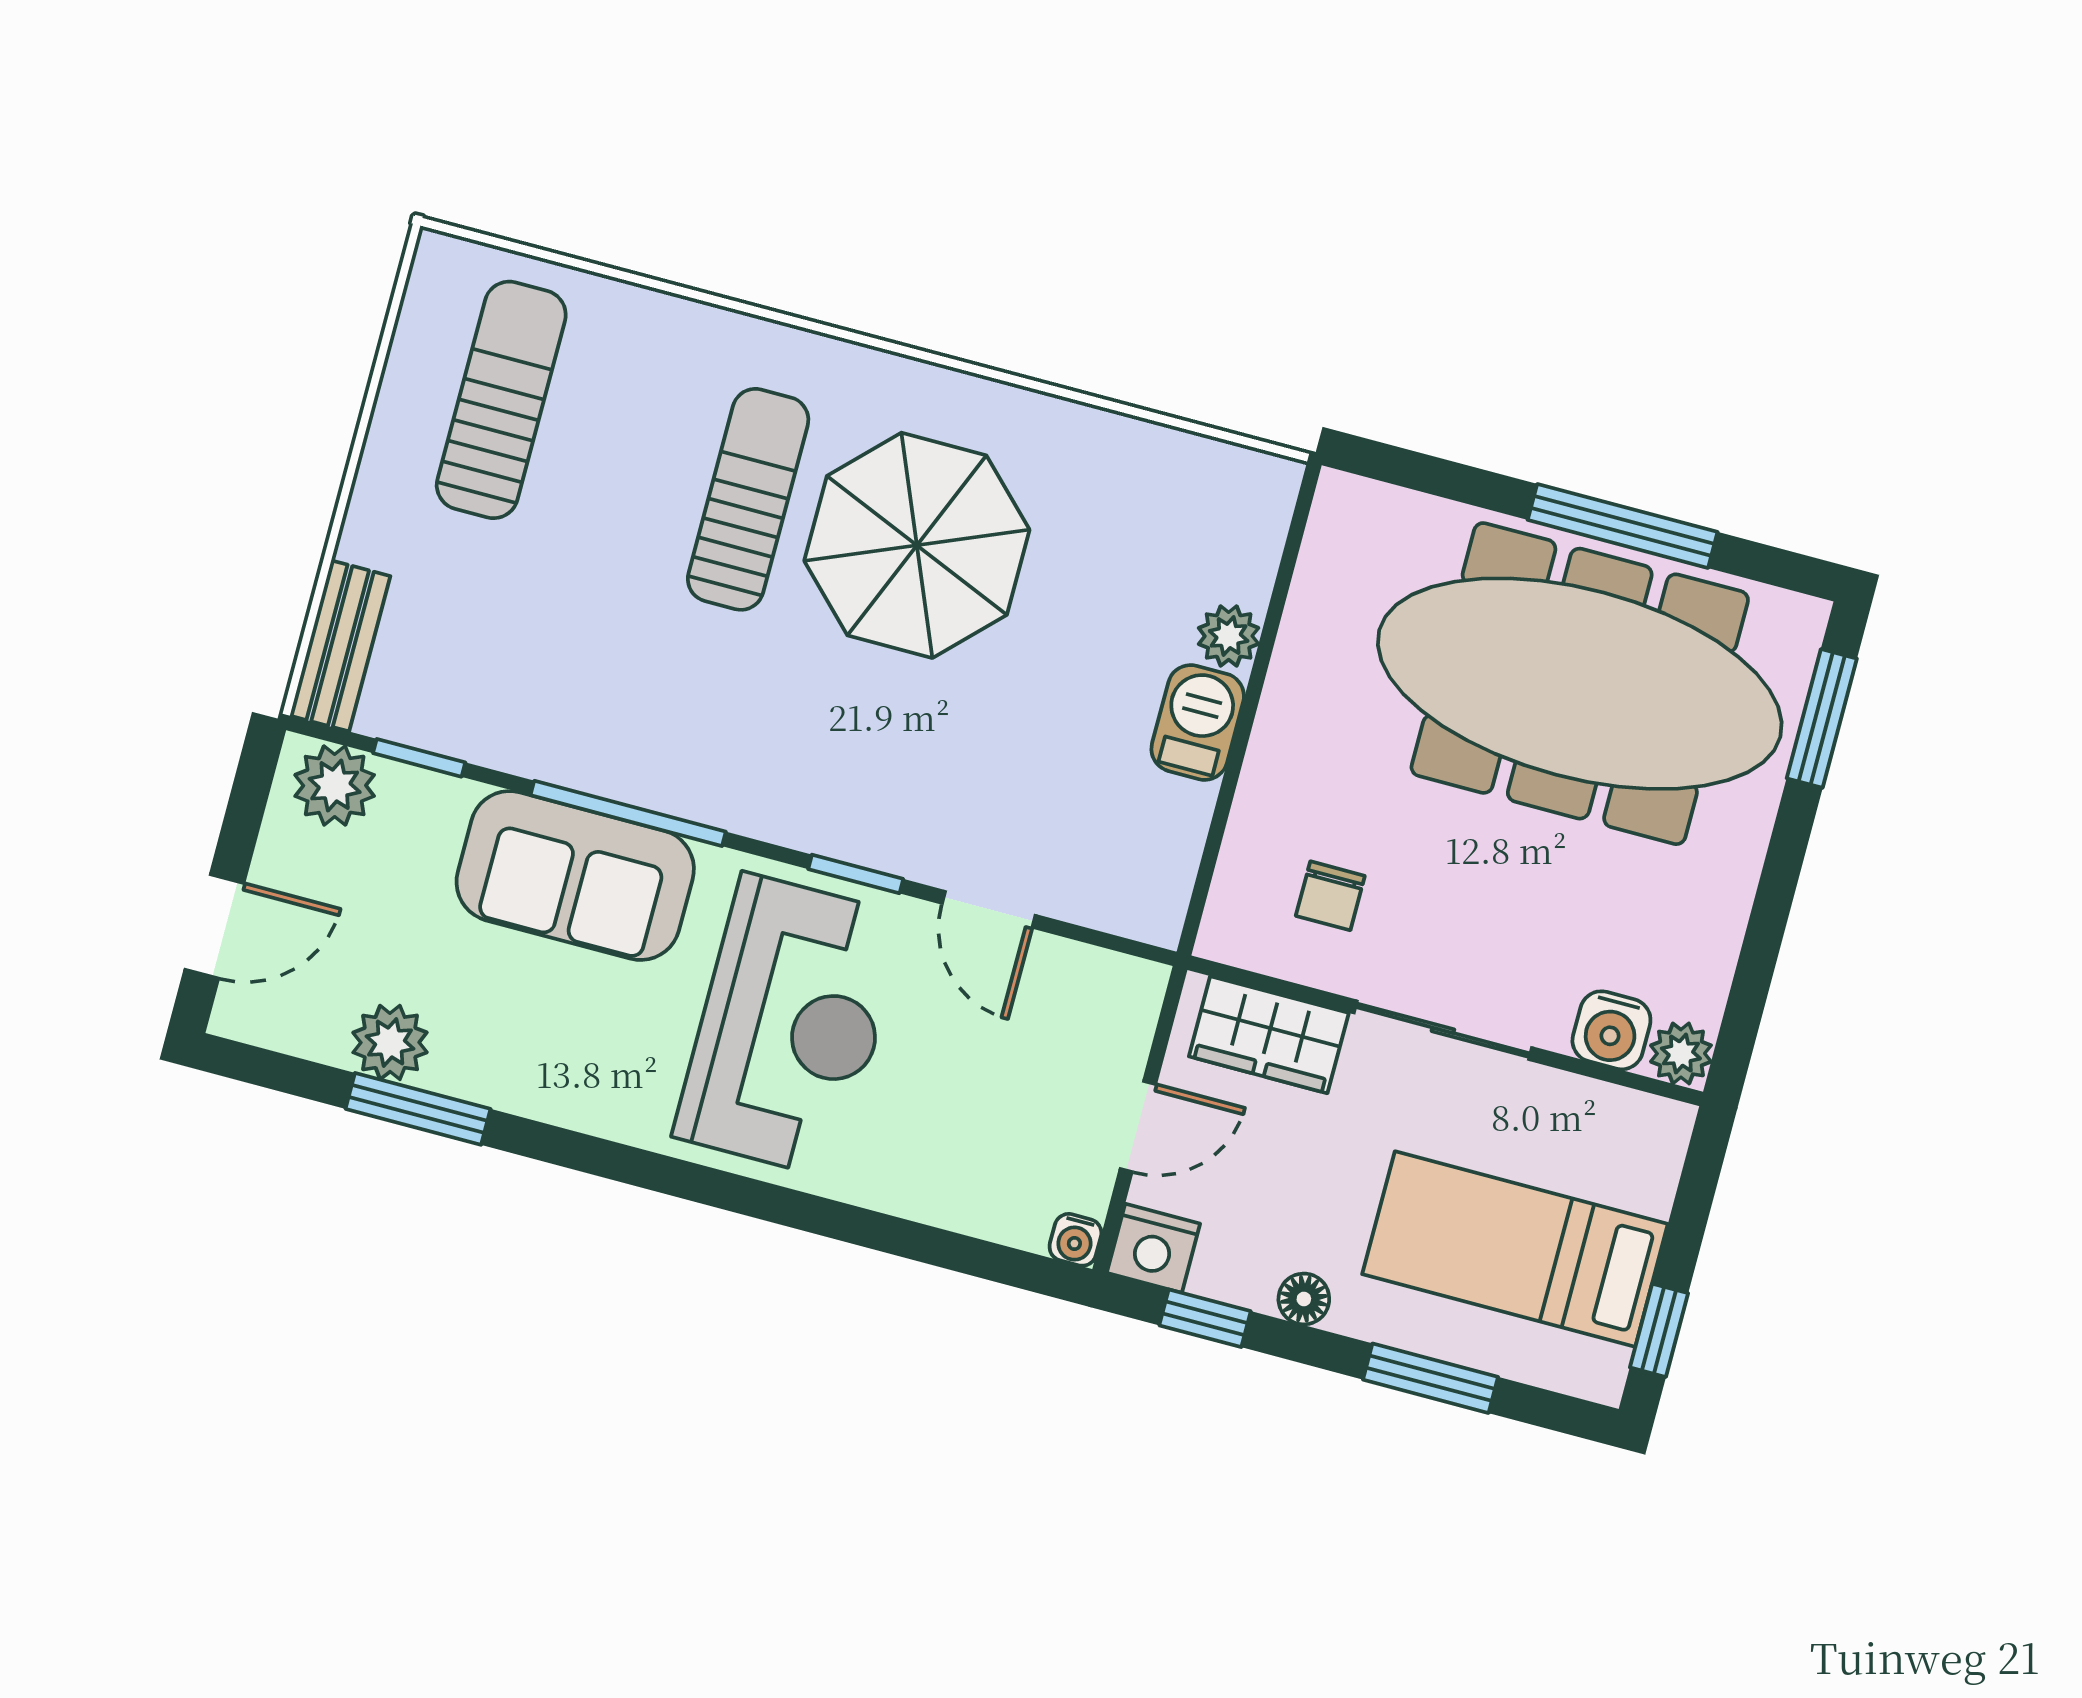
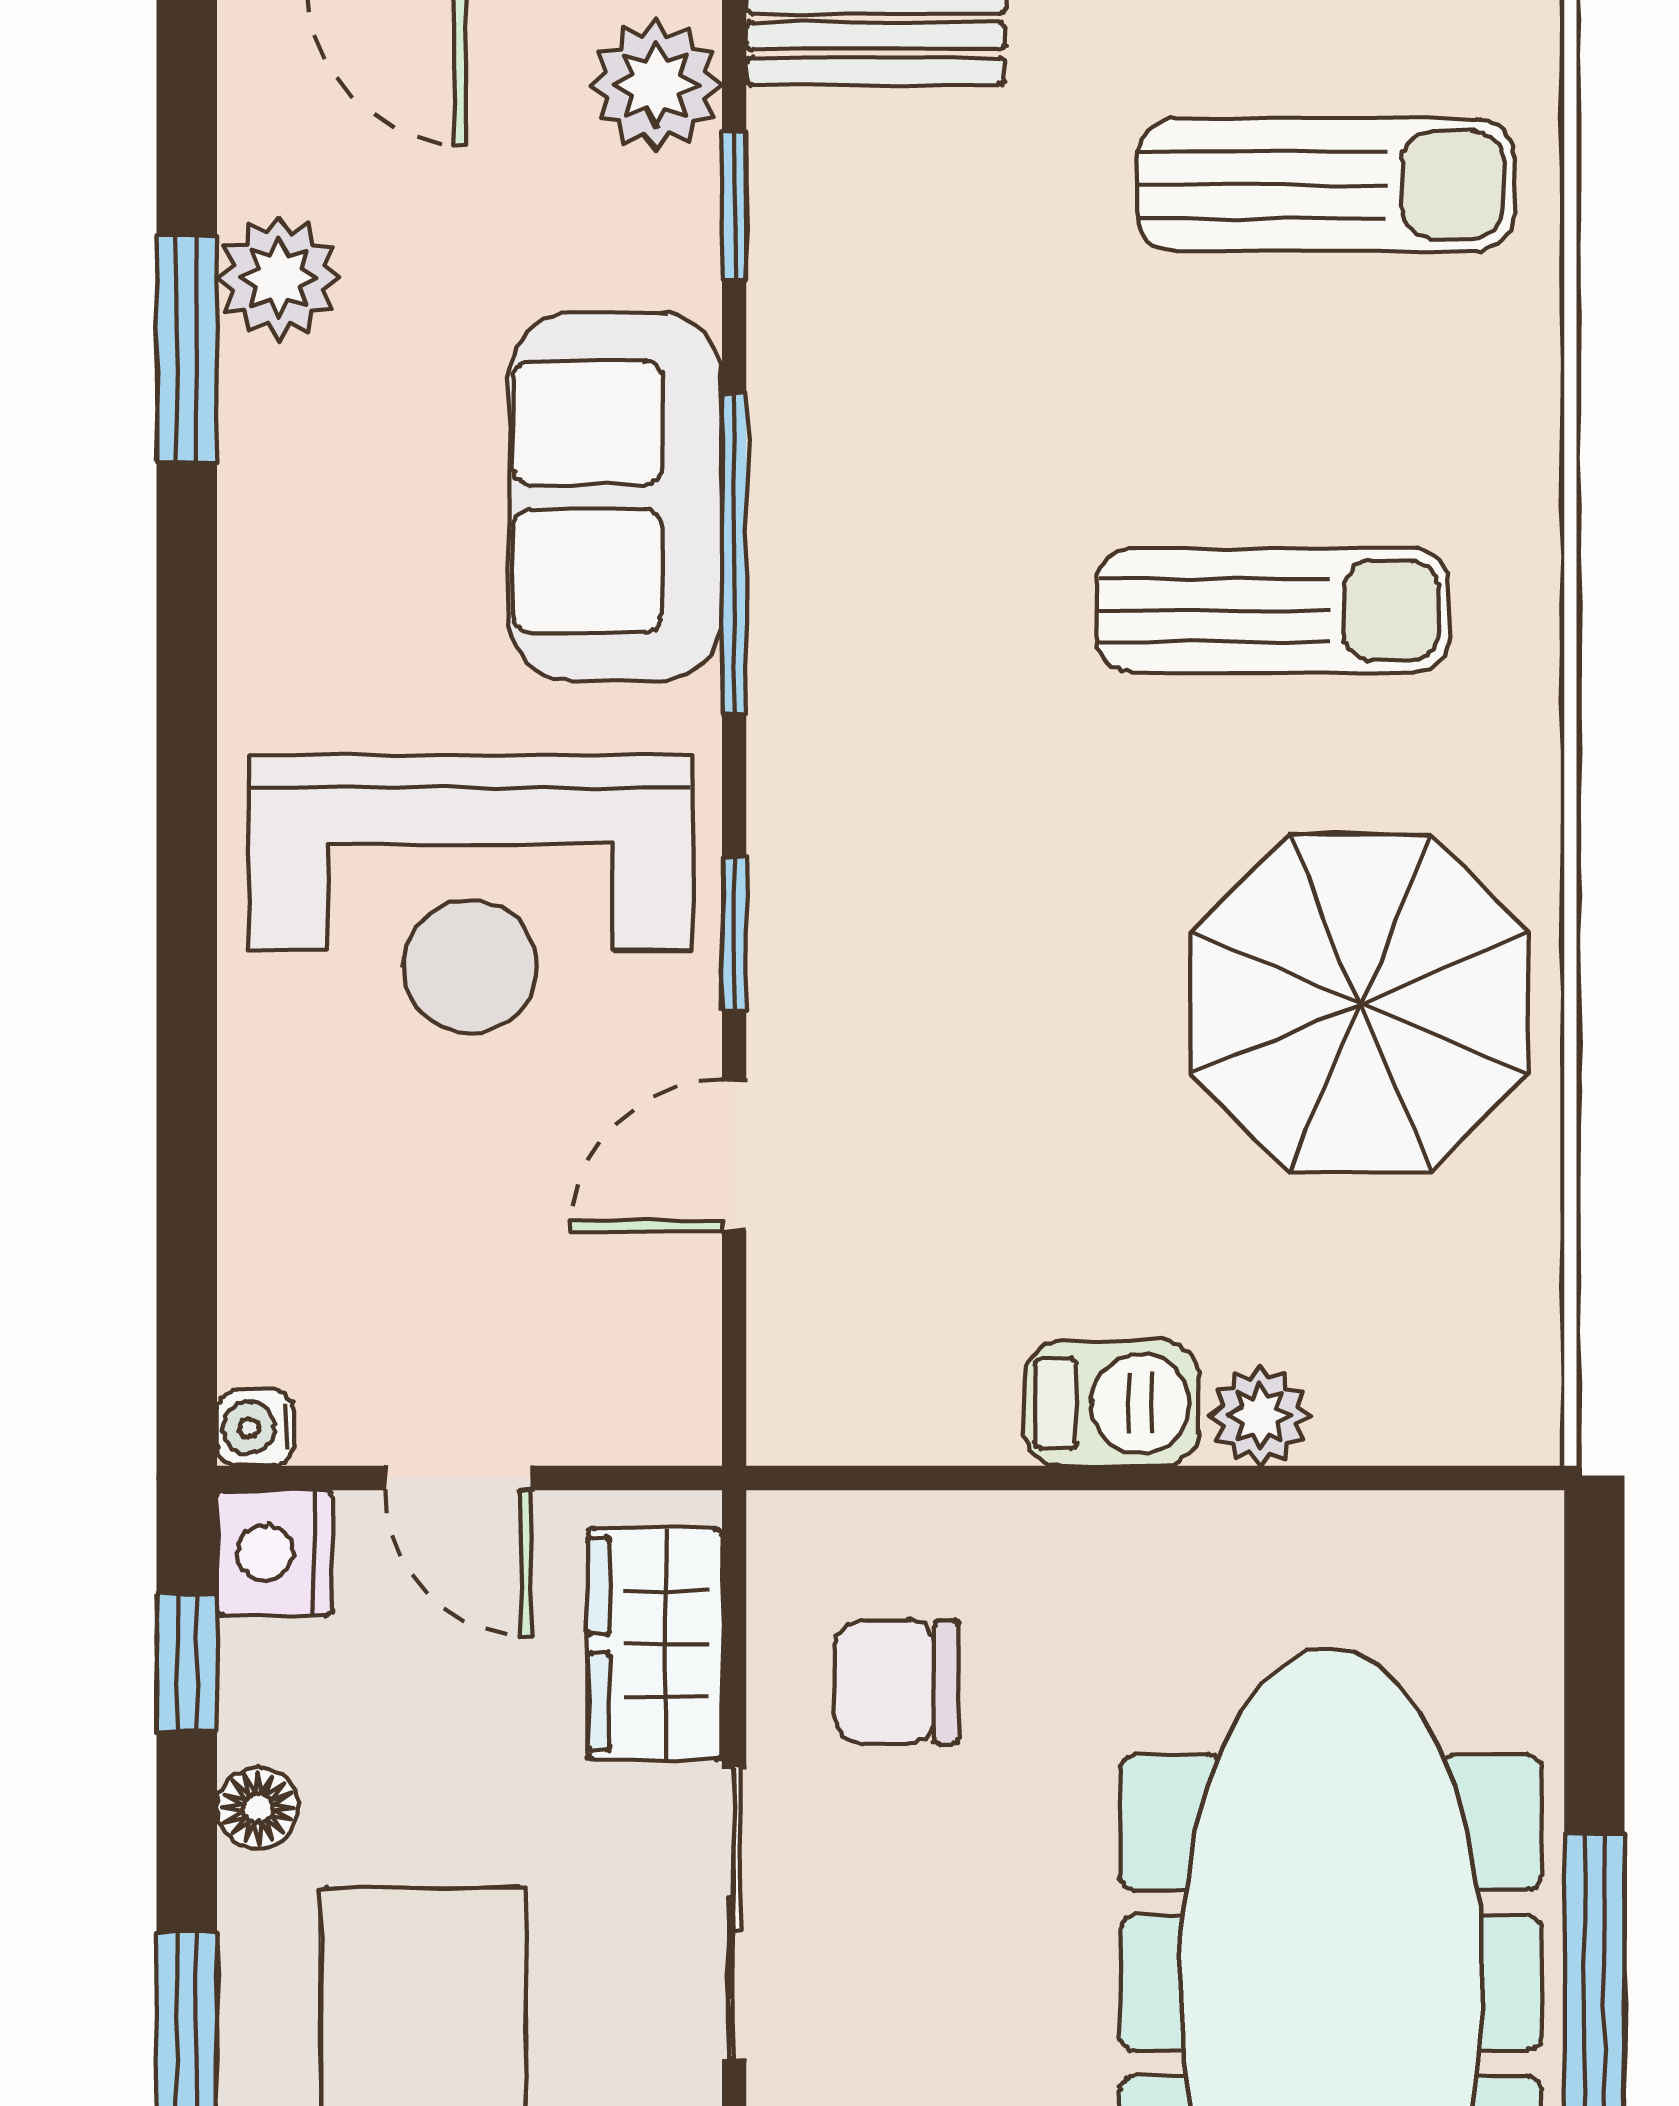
parasol: (917, 545) -> (1360, 1003), moved
chair: (1330, 896) -> (897, 1682), width x1.37, depth x1.37

